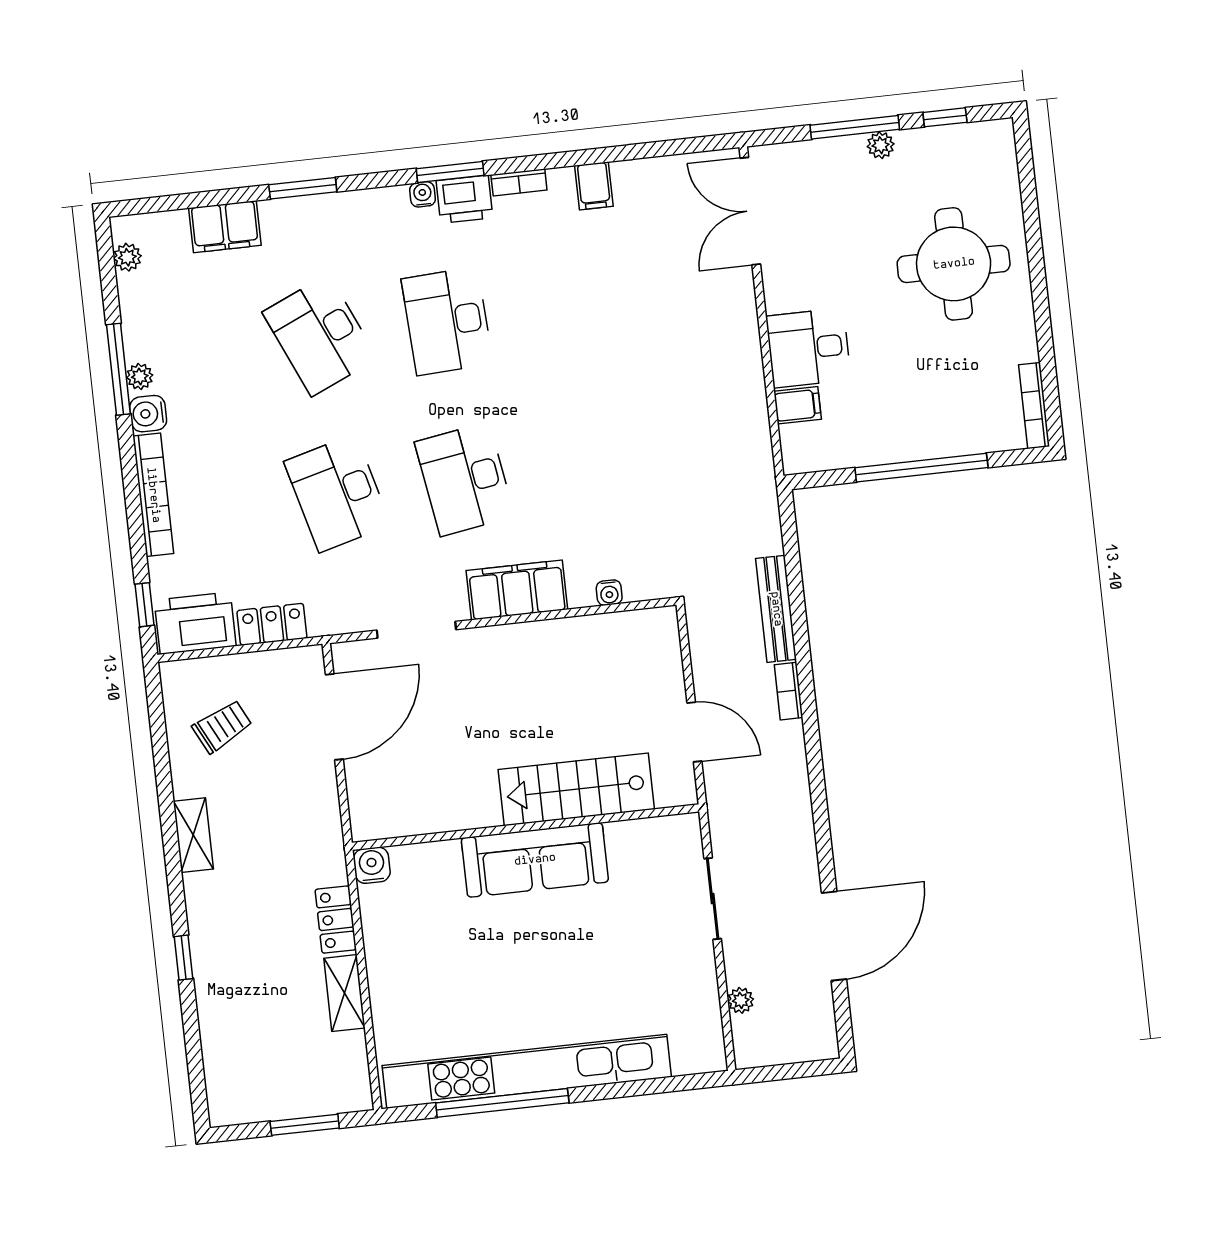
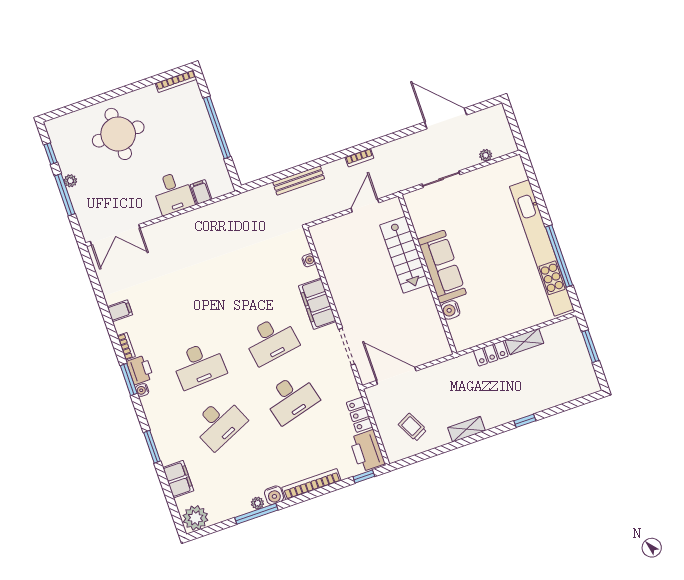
plant: (127, 257) -> (195, 518), width x1.88, depth x1.88
bookcase: (789, 691) -> (359, 158), moved
water cooler: (372, 865) -> (450, 310), moved

